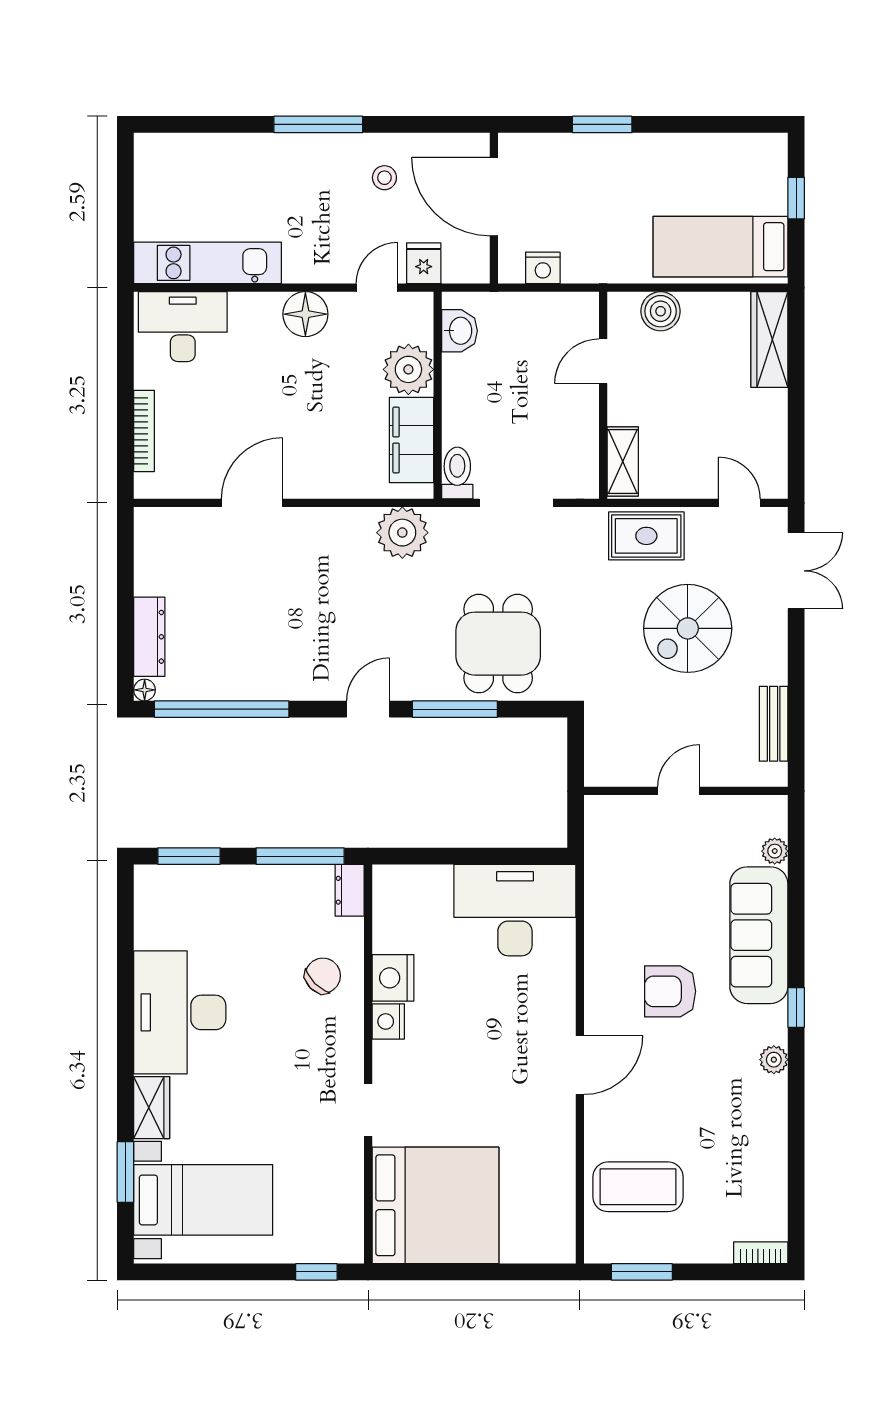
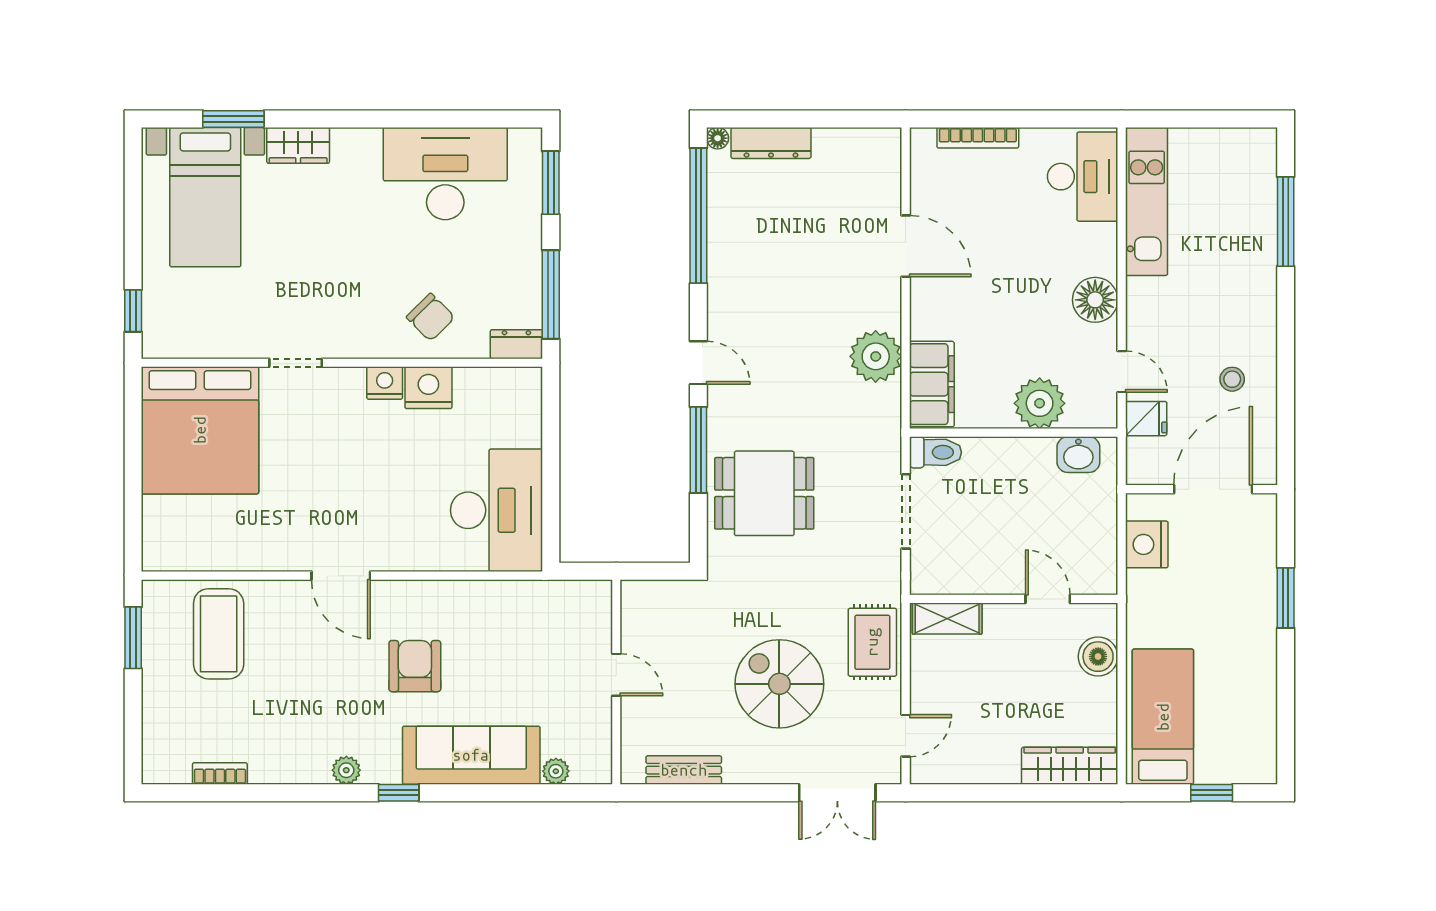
window: (318, 124) -> (1286, 222), moved
nightstand: (543, 268) -> (1147, 544), width x1.36, depth x1.33
filing cabinet: (412, 440) -> (932, 384), moved, turned 90
plant: (402, 533) -> (876, 356), moved
desk: (180, 1012) -> (445, 174), moved
bookcase: (761, 1253) -> (220, 773), moved, turned -90

